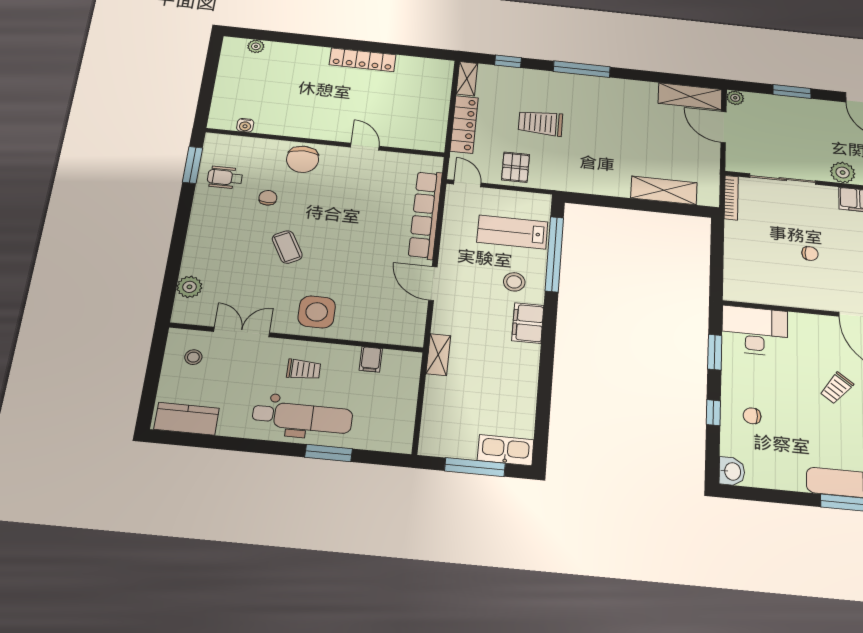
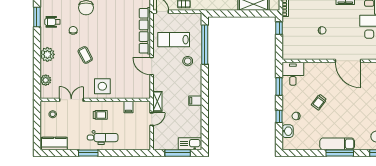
lab bench: (512, 232) -> (174, 40), moved
plant: (202, 237) -> (47, 54), added
window: (717, 240) -> (279, 28), added
filing cabinet: (528, 323) -> (195, 101), moved, width x0.50
desk: (755, 331) -> (293, 74), width x0.73
trolley: (837, 388) -> (319, 102), moved
door: (421, 390) -> (152, 119), added
dental chair: (302, 417) -> (103, 138), width x0.73, depth x0.72
window: (329, 453) -> (88, 153), moved
washbasin: (732, 471) -> (288, 131), moved

